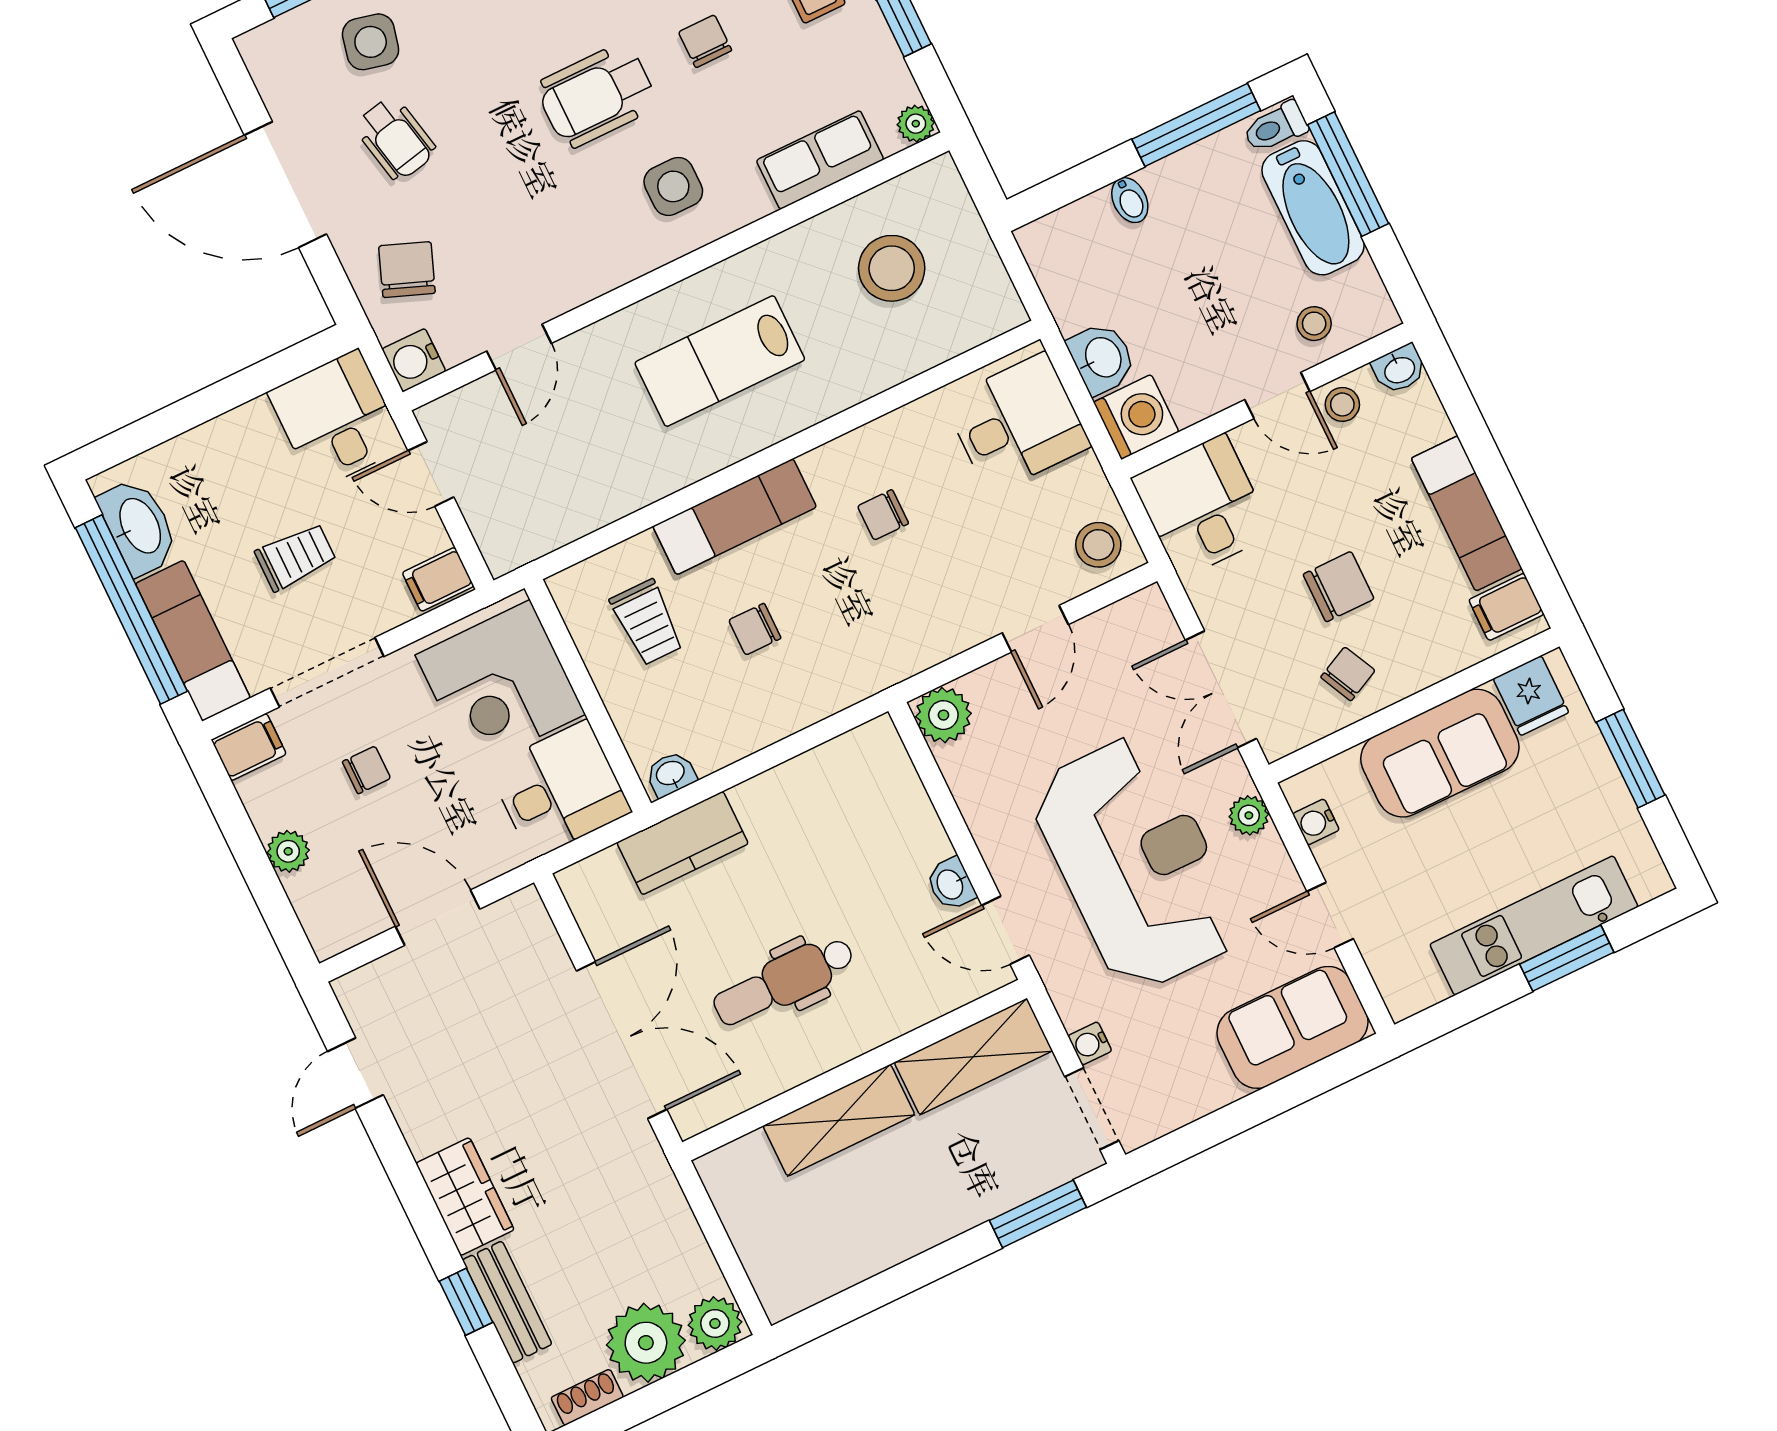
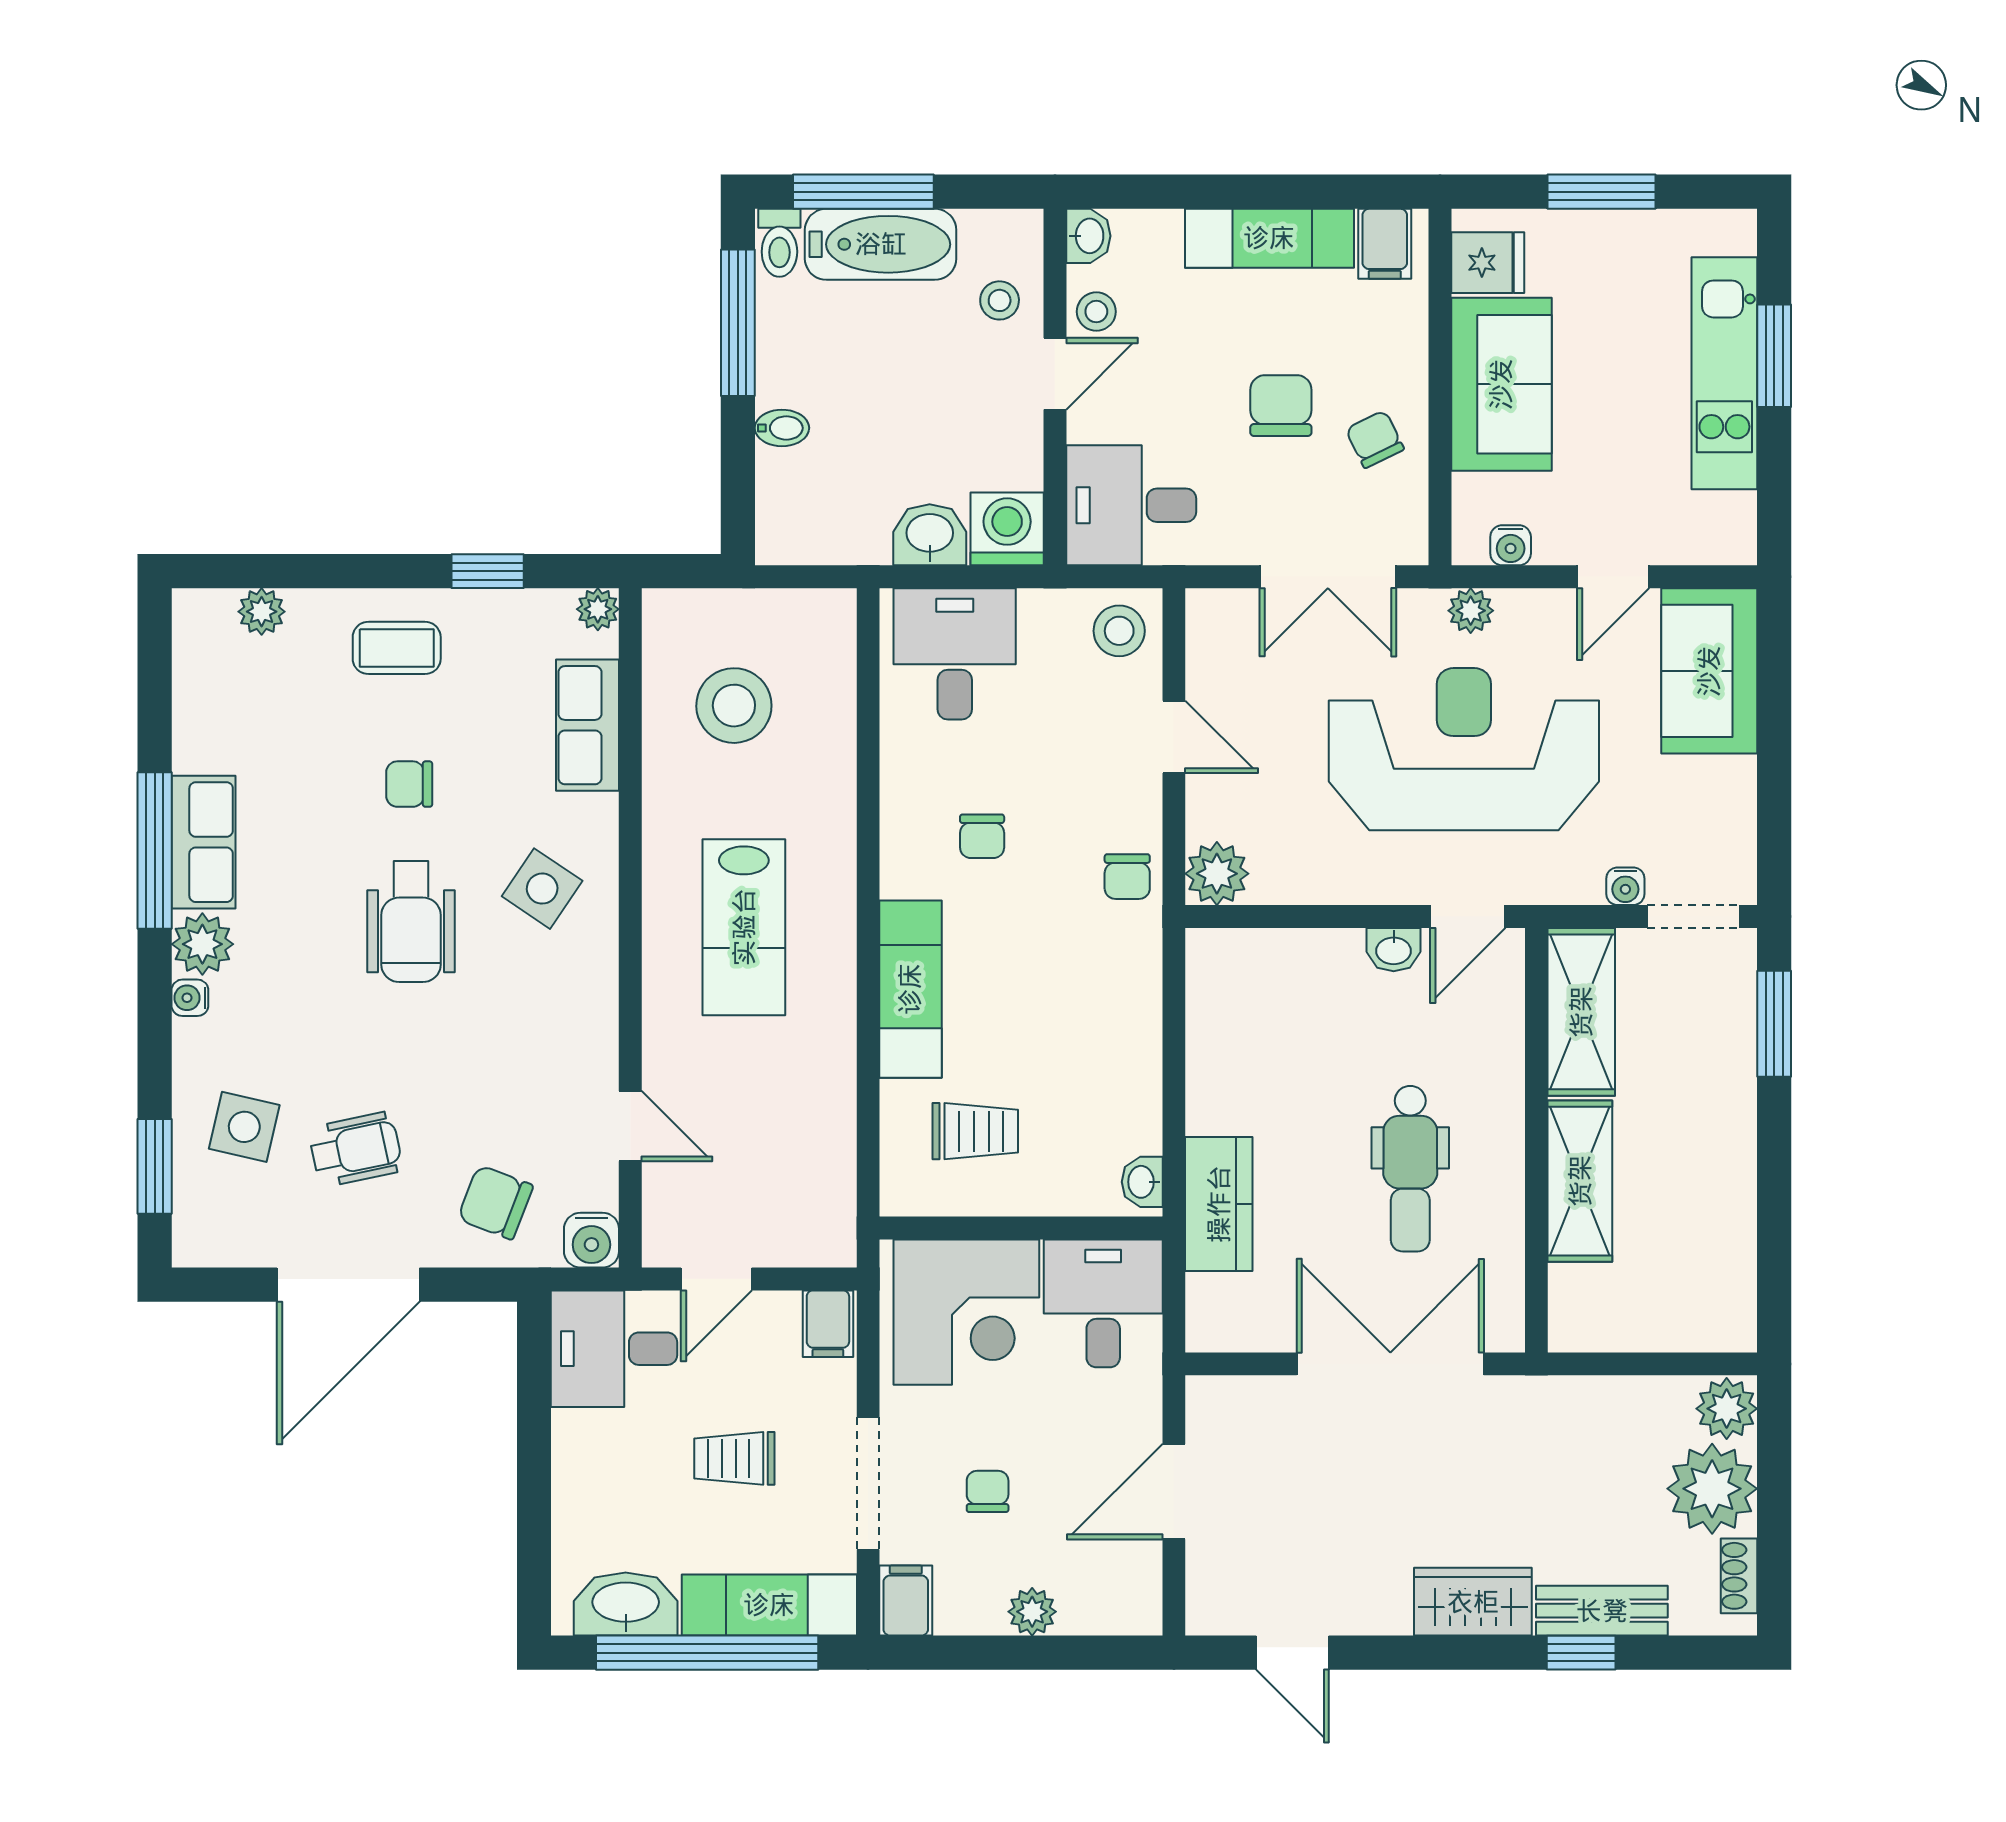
side table: (673, 186) -> (542, 889), turned 34
trolley: (296, 557) -> (734, 1458), turned -90
chair: (755, 629) -> (1127, 877), moved

